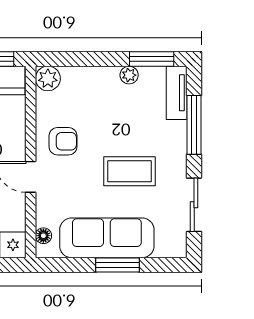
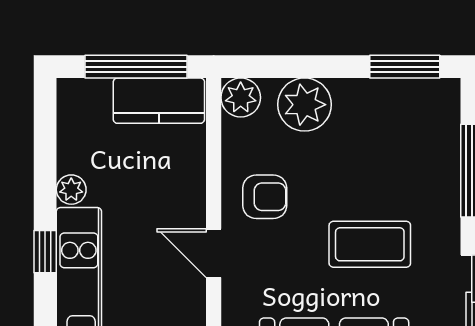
plant: (129, 75) -> (305, 105), moved, width x1.88, depth x1.88
tv unit: (177, 93) -> (445, 120), removed

